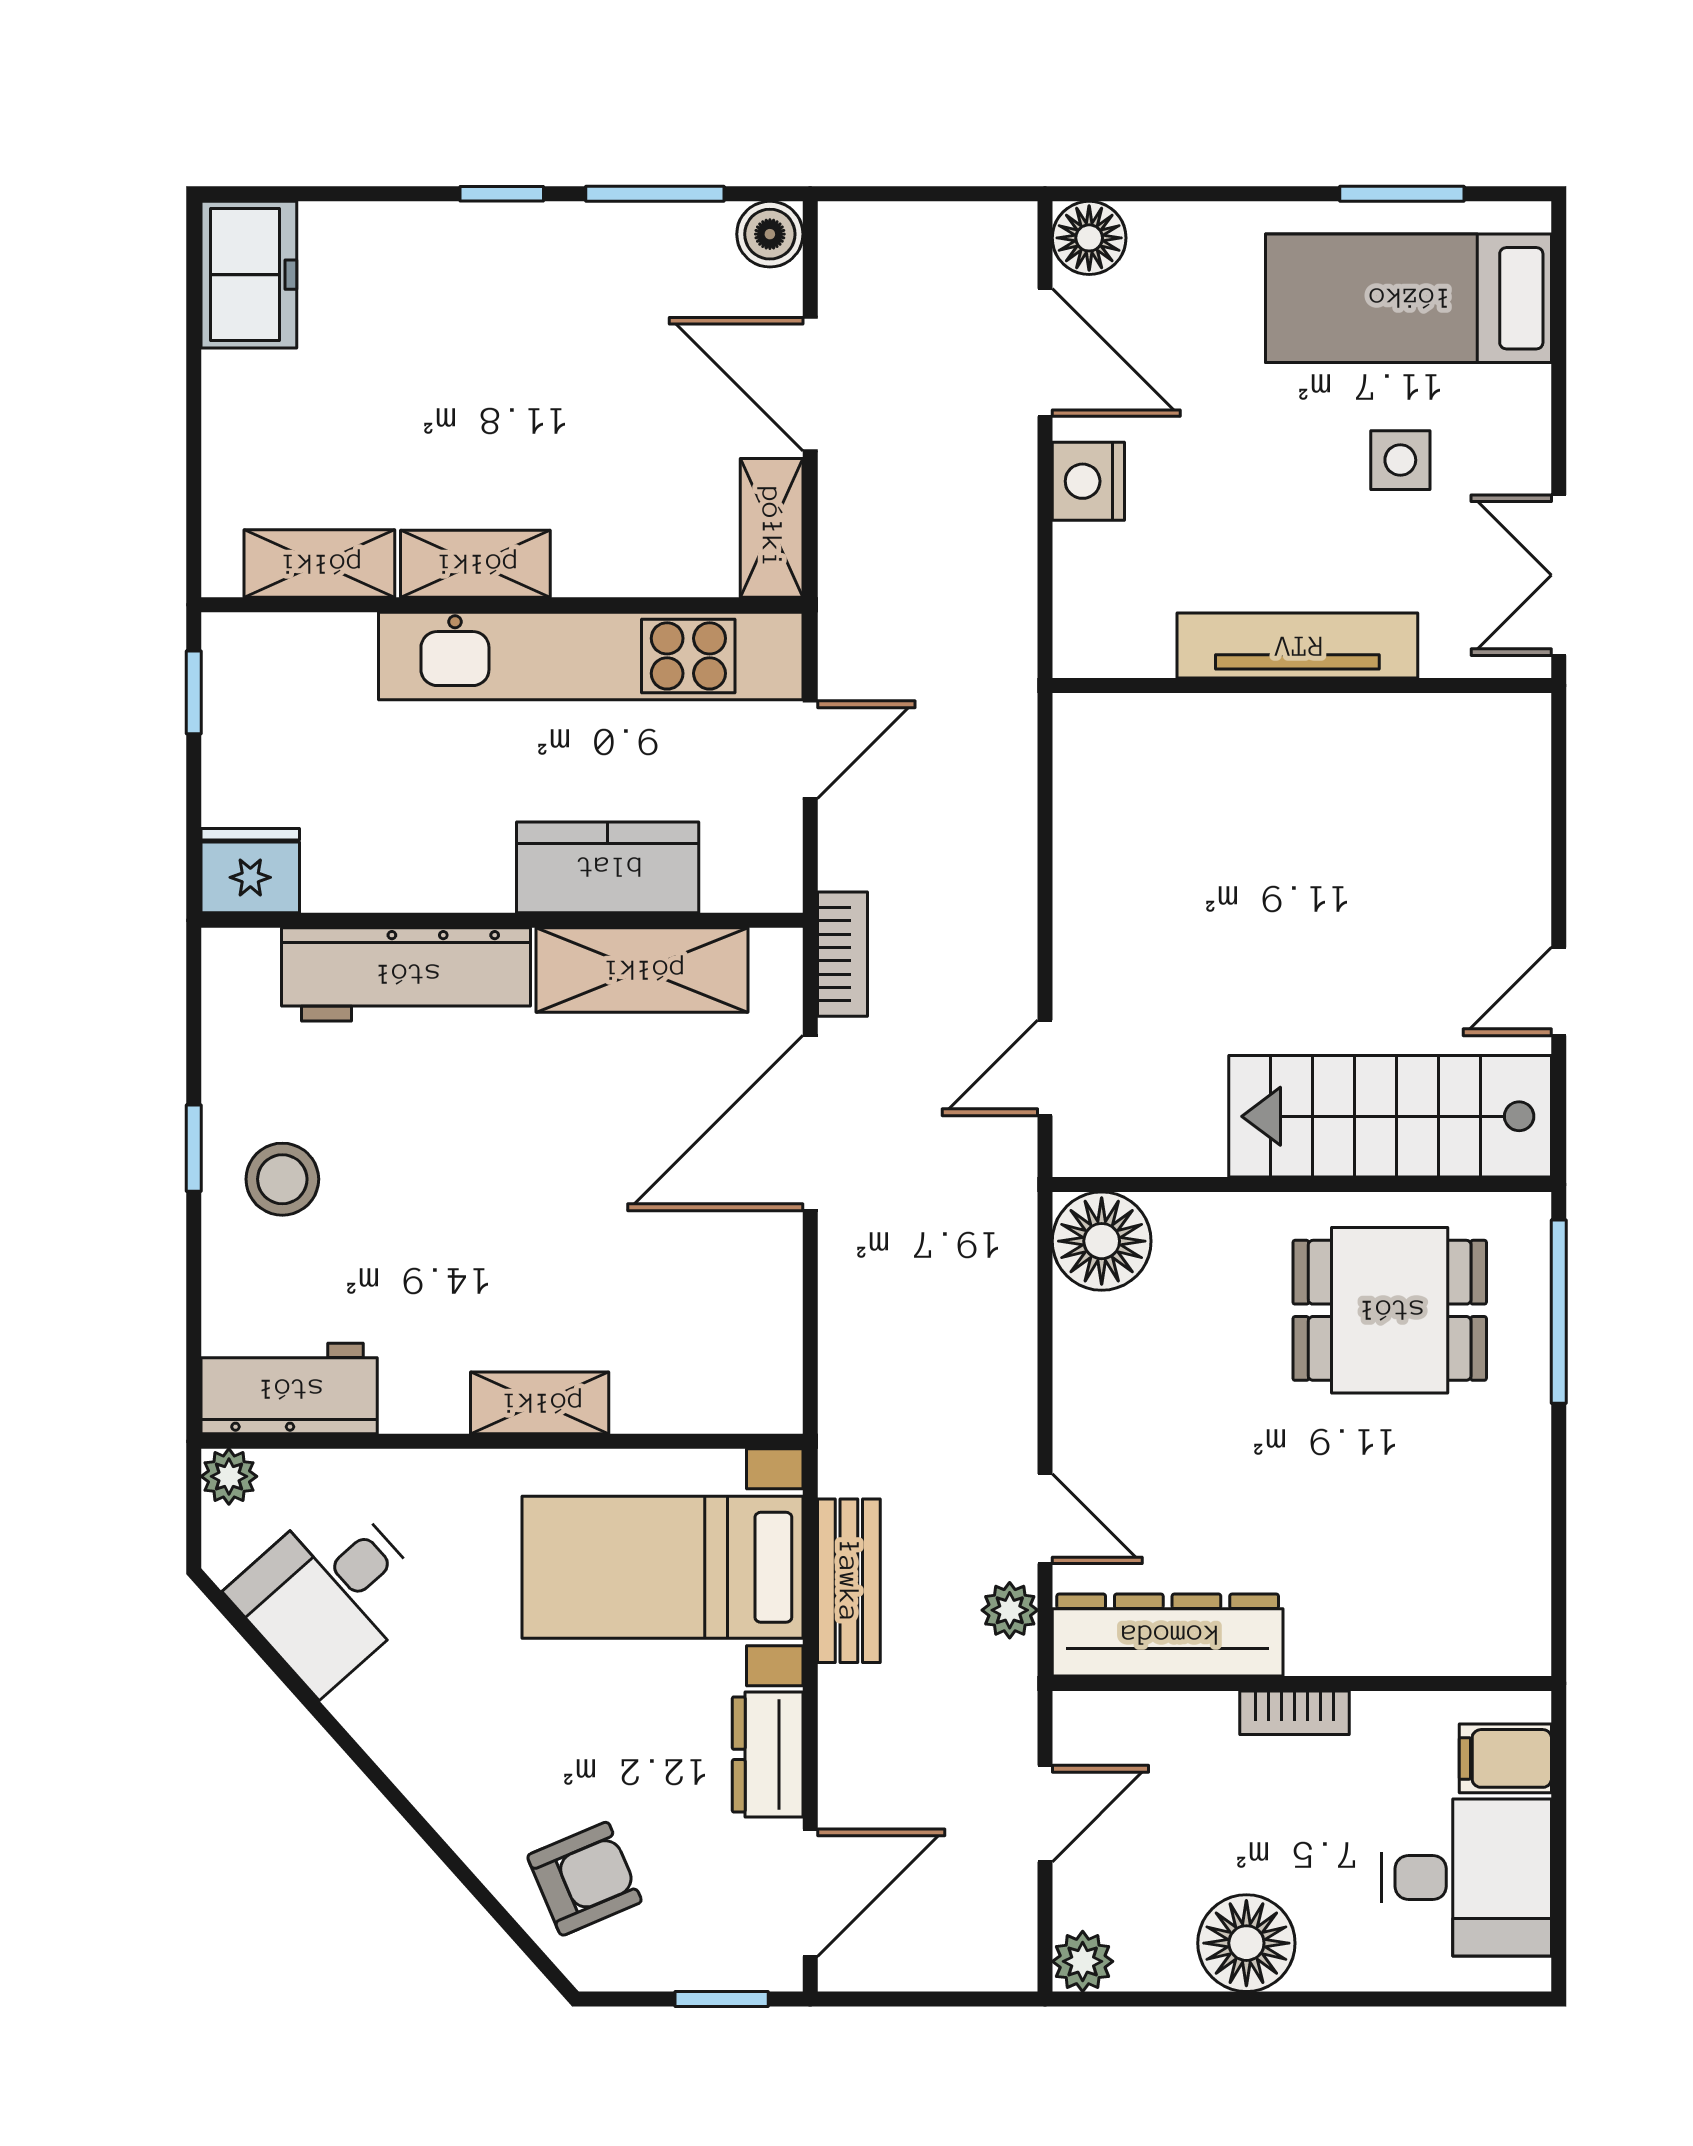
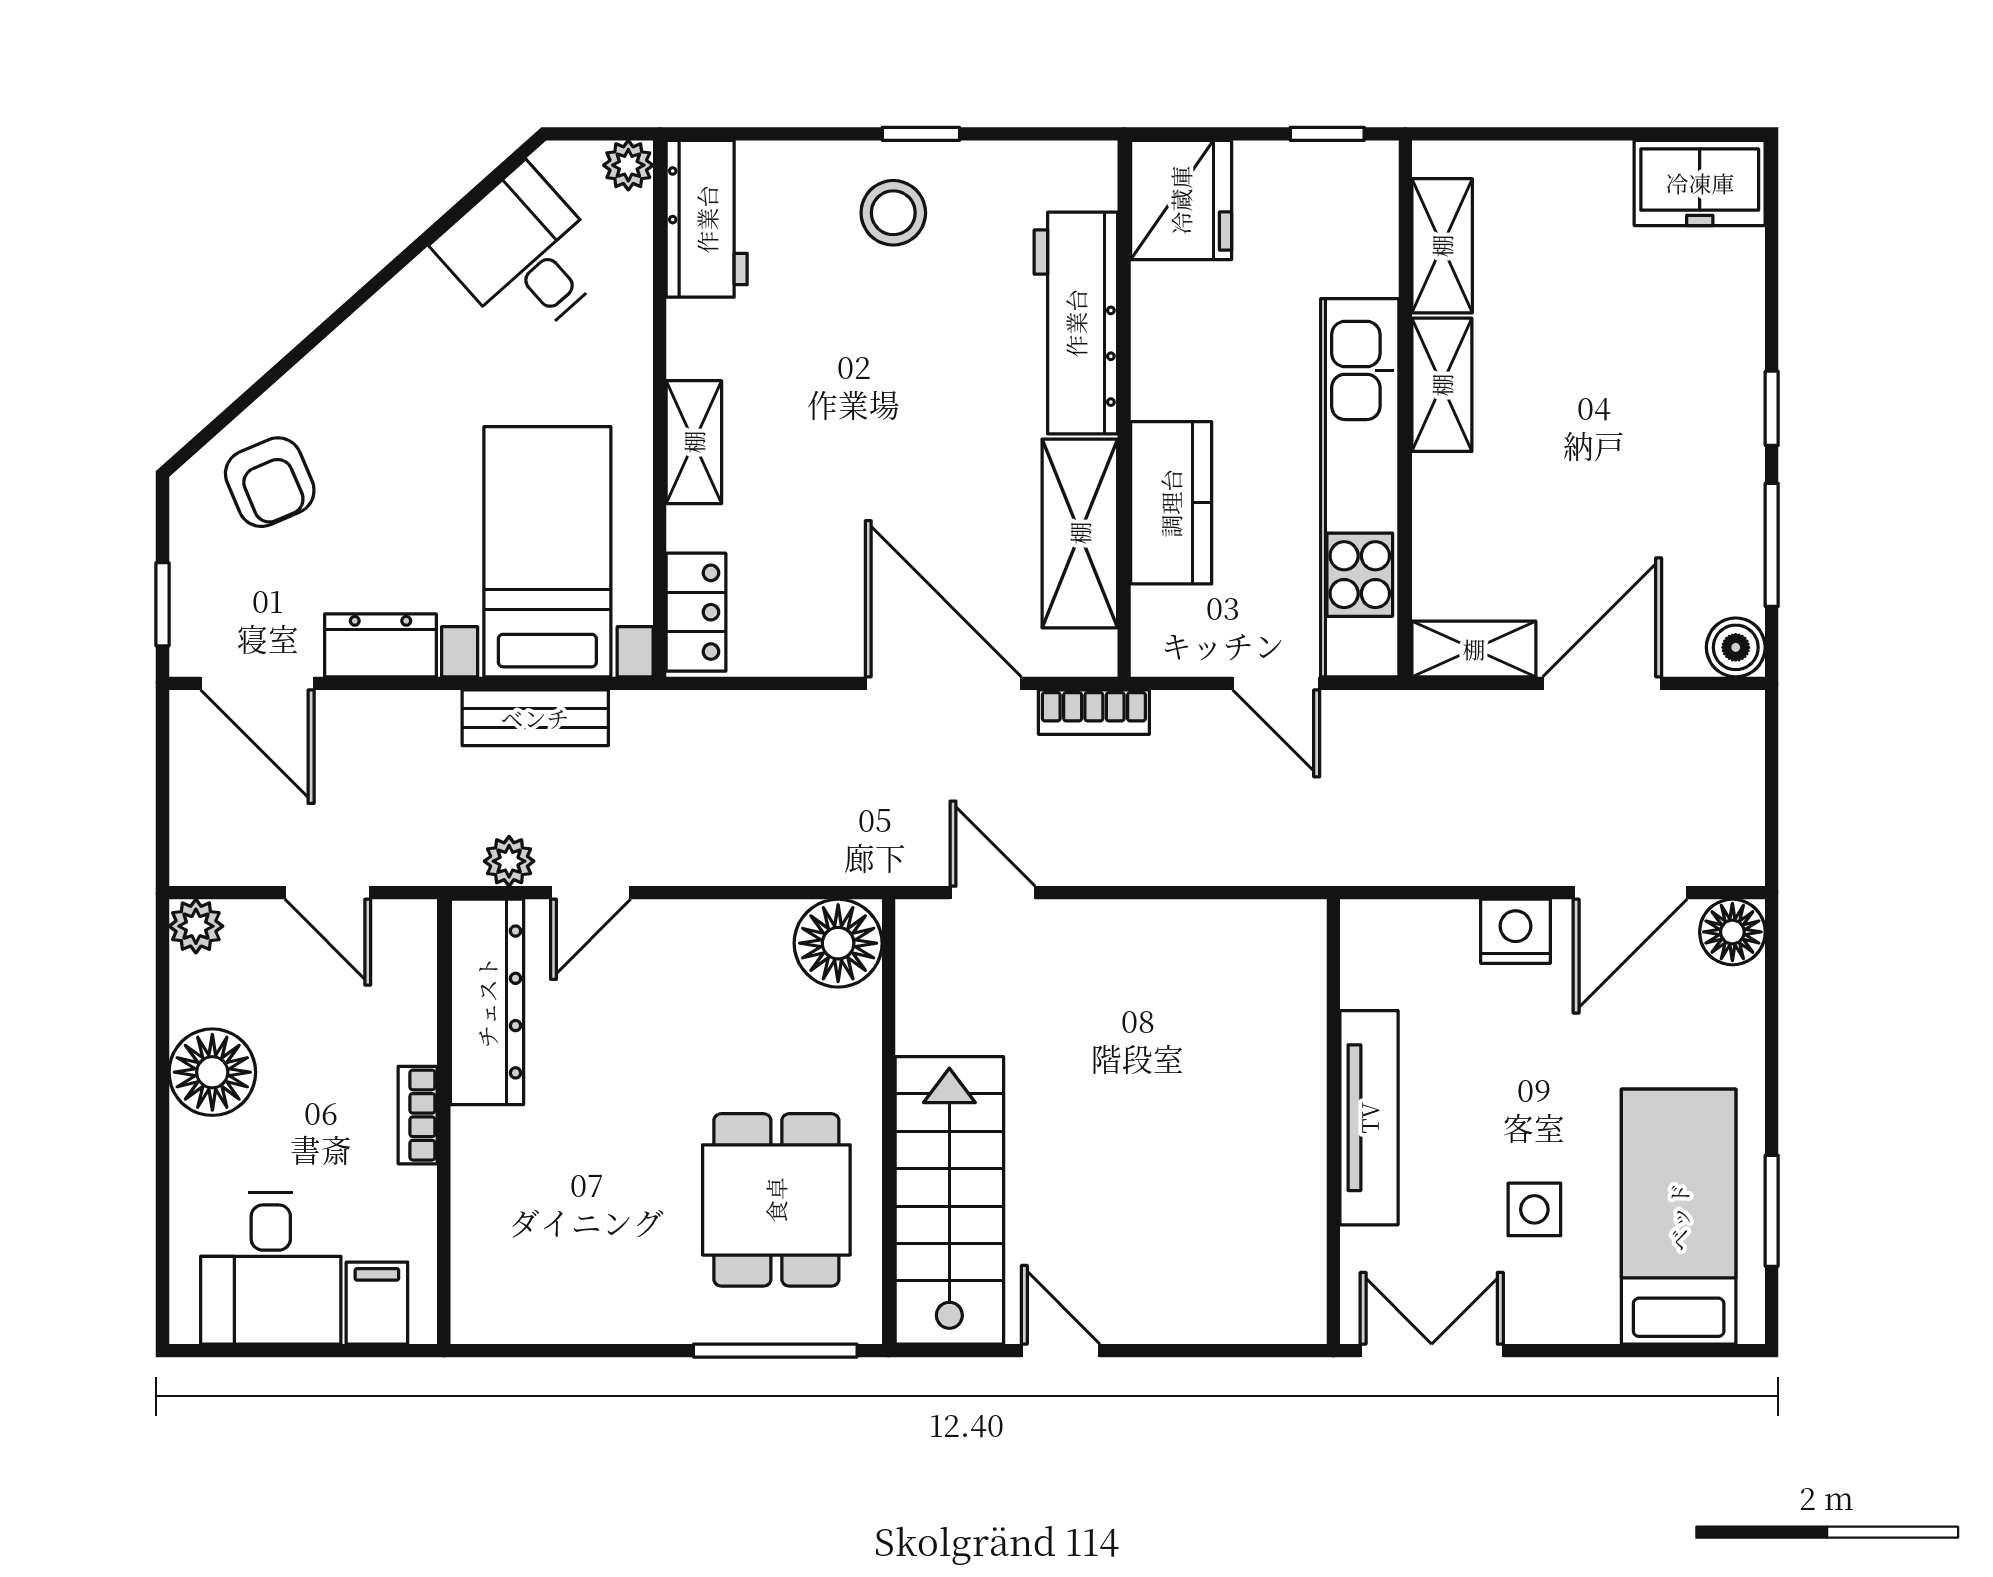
fridge: (250, 871) -> (1181, 200), width x1.36, depth x1.34
locker: (730, 1401) -> (696, 612), added

